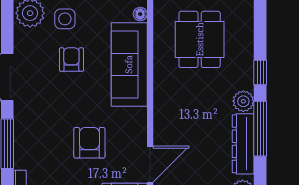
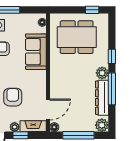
dining table: (200, 39) -> (77, 37), width x1.38
sofa: (129, 64) -> (36, 52), width x0.73

